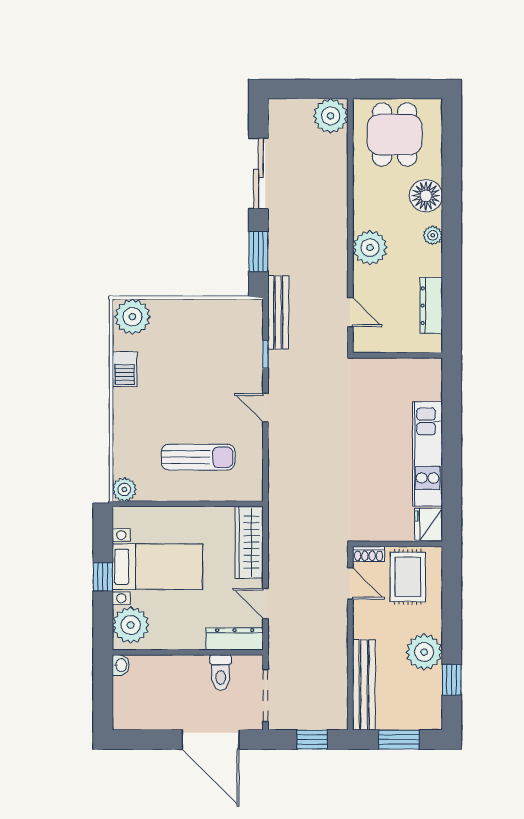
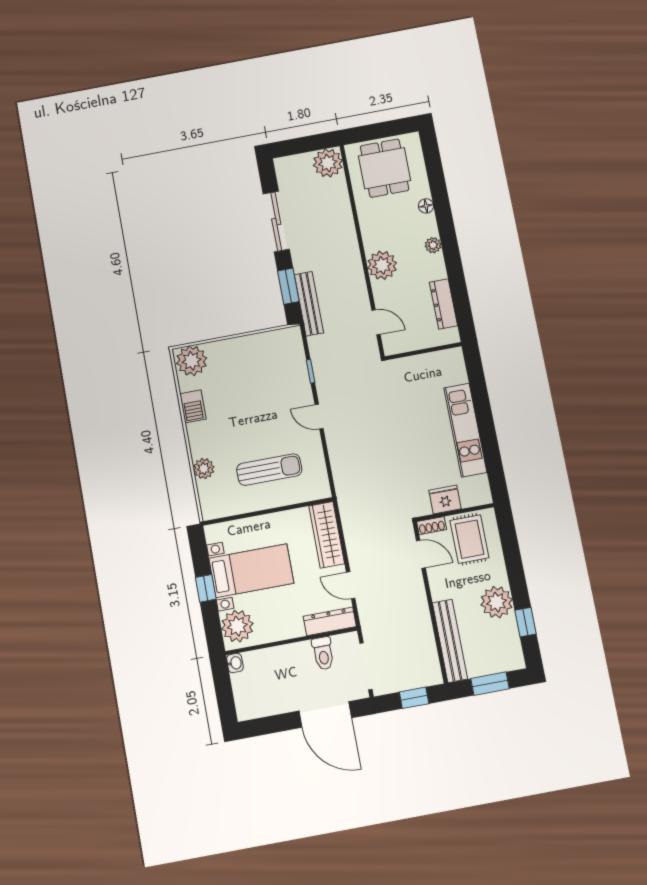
floor lamp: (426, 196) -> (426, 206), width x0.53, depth x0.53
bench: (278, 313) -> (309, 304), moved
plant: (124, 489) -> (204, 469), moved
fridge: (428, 524) -> (445, 500), moved, turned 90

